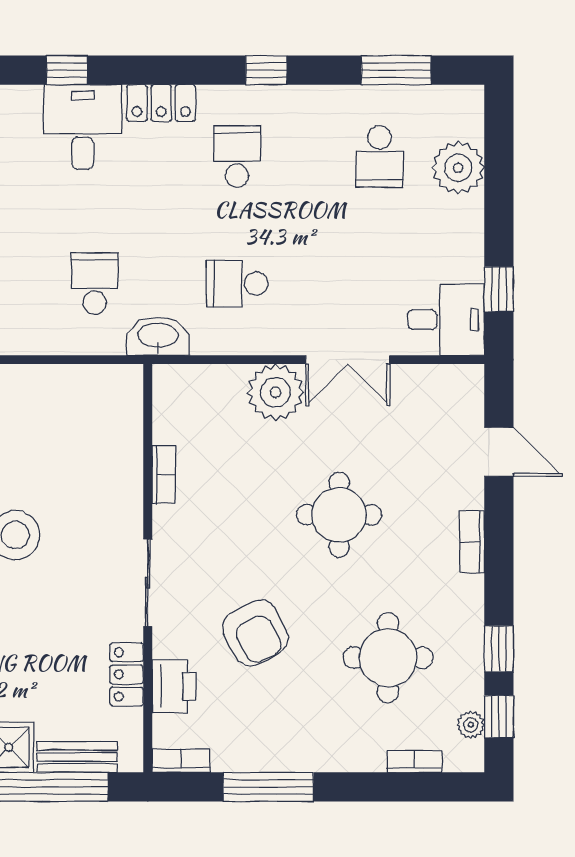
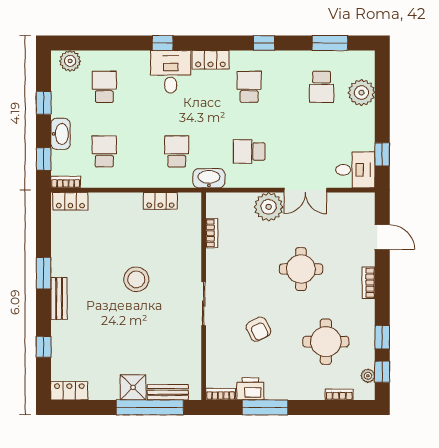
bookcase: (164, 475) -> (212, 233), moved
armchair: (255, 633) -> (258, 329), width x0.72, depth x0.72
locker: (127, 674) -> (160, 201), moved, turned -90
printer: (174, 686) -> (250, 389), moved, turned -90

